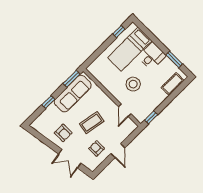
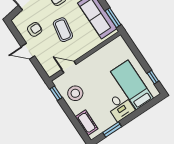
stool: (133, 84) -> (75, 93), moved

